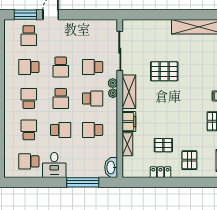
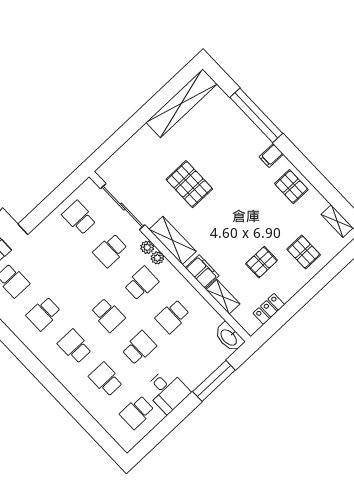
school desk: (61, 67) -> (79, 218), moved, turned 180
pallet: (164, 71) -> (189, 184), turned 90
locker: (160, 172) -> (269, 309), moved

